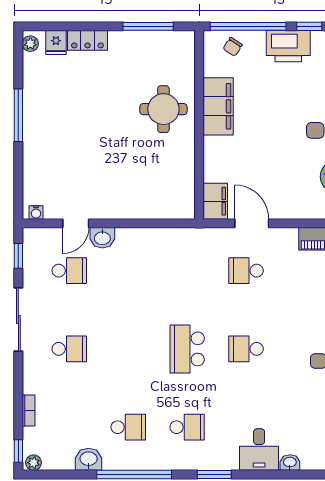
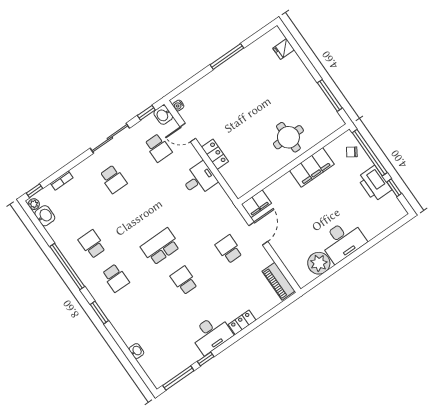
locker: (87, 40) -> (215, 154), moved, turned 180
plant: (30, 44) -> (273, 35), removed
washbasin: (102, 238) -> (163, 115), moved
school desk: (128, 427) -> (92, 244), turned 180
desk: (259, 450) -> (199, 179), moved, turned 180
washbasin: (89, 459) -> (45, 216), moved

